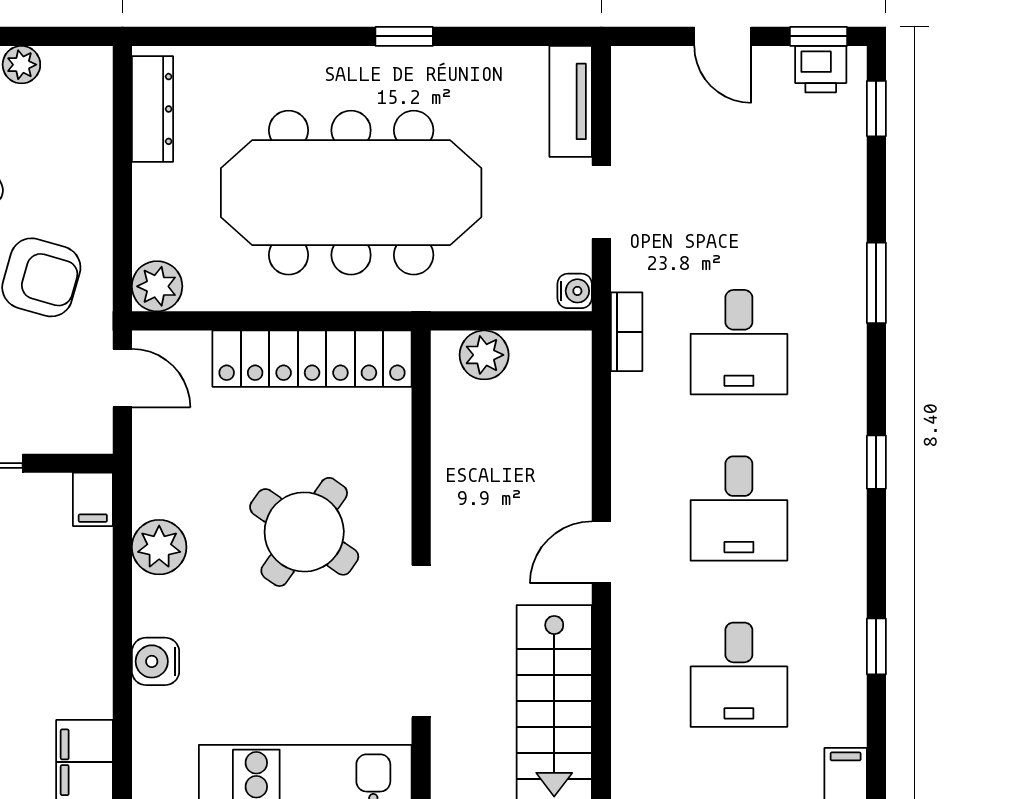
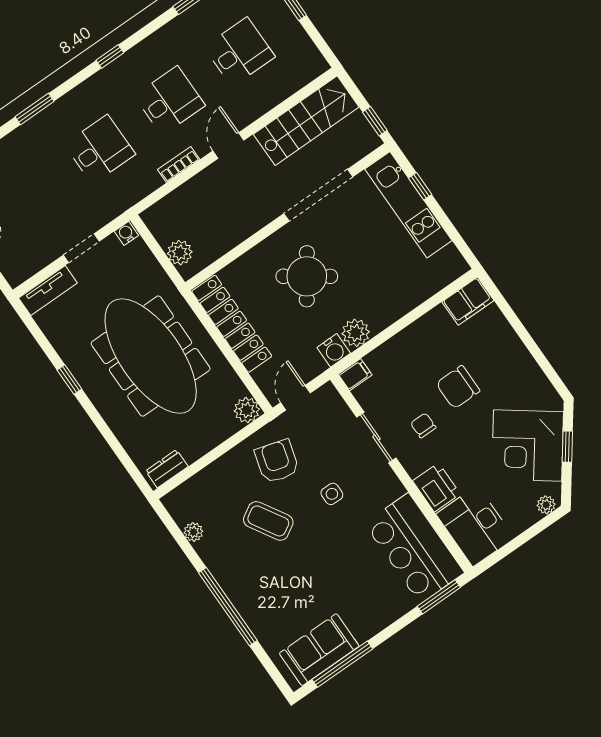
dresser: (152, 109) -> (167, 469), width x0.70
bookcase: (627, 332) -> (179, 164), moved
door: (601, 552) -> (228, 146), swing flipped
water cooler: (156, 661) -> (334, 350), moved

